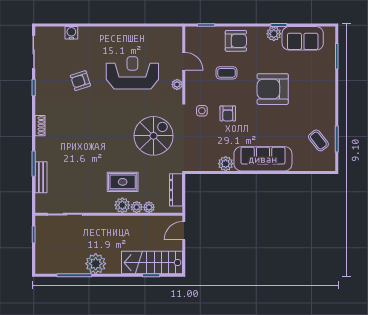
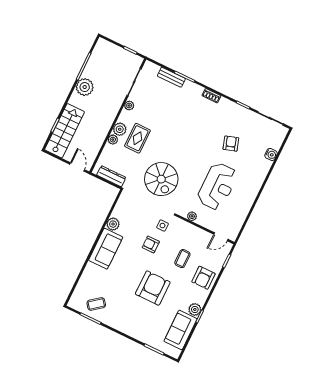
door: (184, 61) -> (221, 237), moved
sofa: (263, 159) -> (106, 249), width x0.73
plant: (149, 207) -> (129, 106), moved

